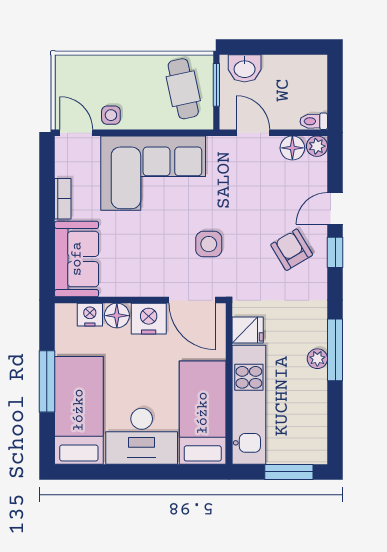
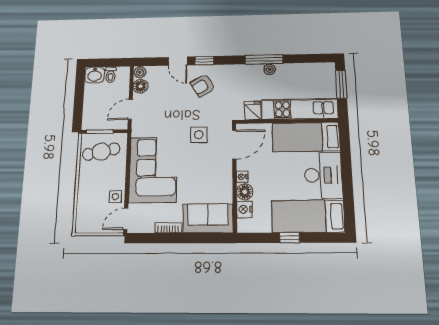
washbasin: (245, 68) -> (95, 75), moved, turned 90
toilet: (314, 121) -> (111, 75), moved
nightstand: (149, 319) -> (242, 177), width x0.53, depth x0.56
window: (47, 381) -> (289, 238), width x0.46

